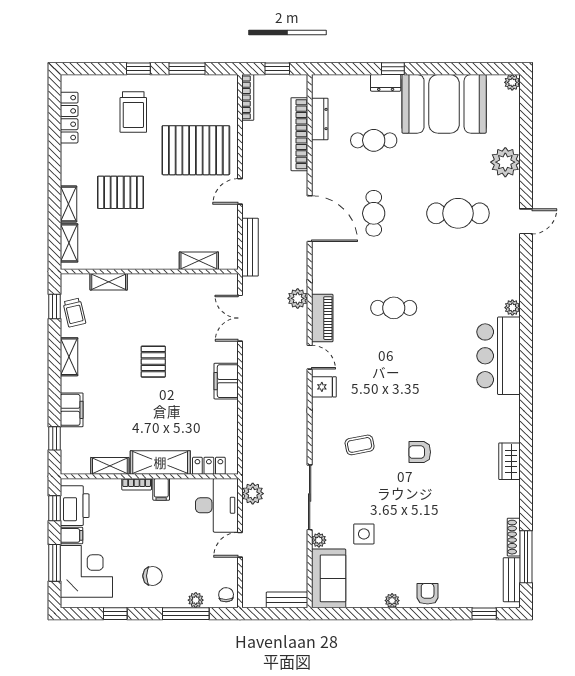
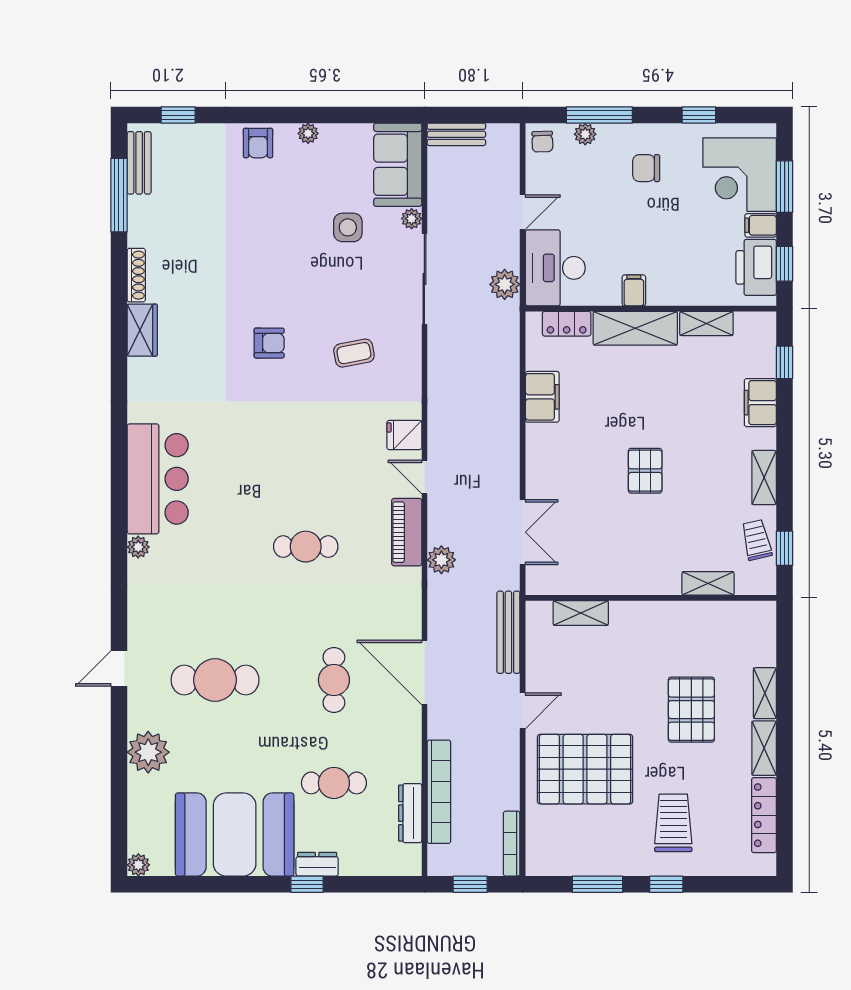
pallet: (120, 192) -> (691, 710), turned 90
shelving: (69, 243) -> (764, 748), moved
filing cabinet: (226, 381) -> (542, 397), moved
bookcase: (137, 484) -> (669, 298), removed
shoe rack: (514, 537) -> (136, 275), moved

